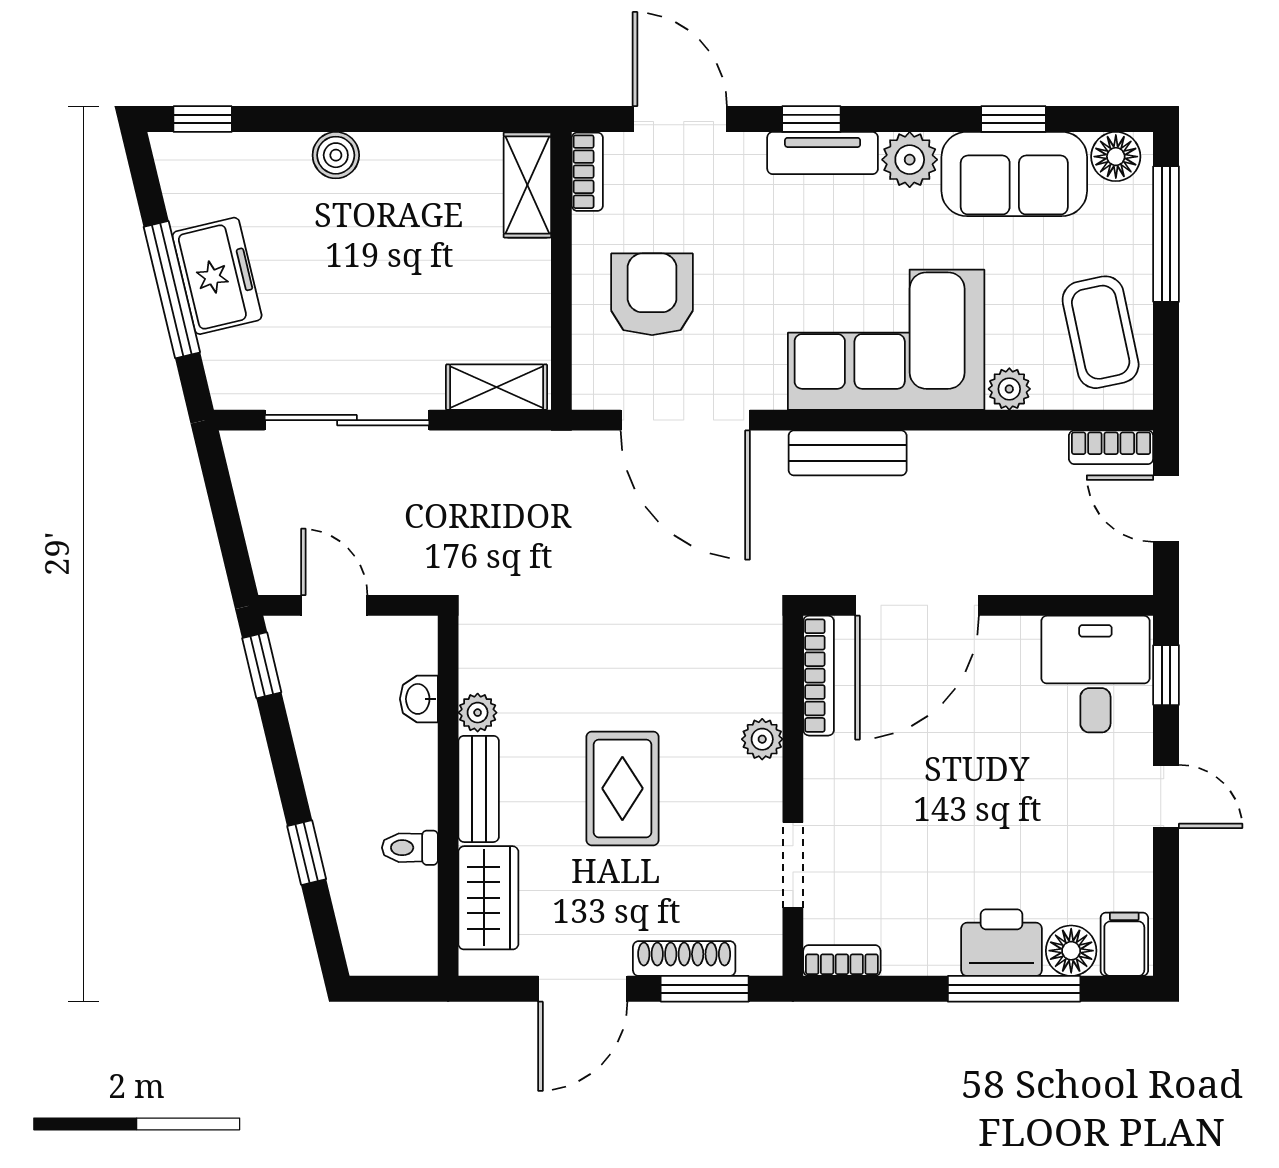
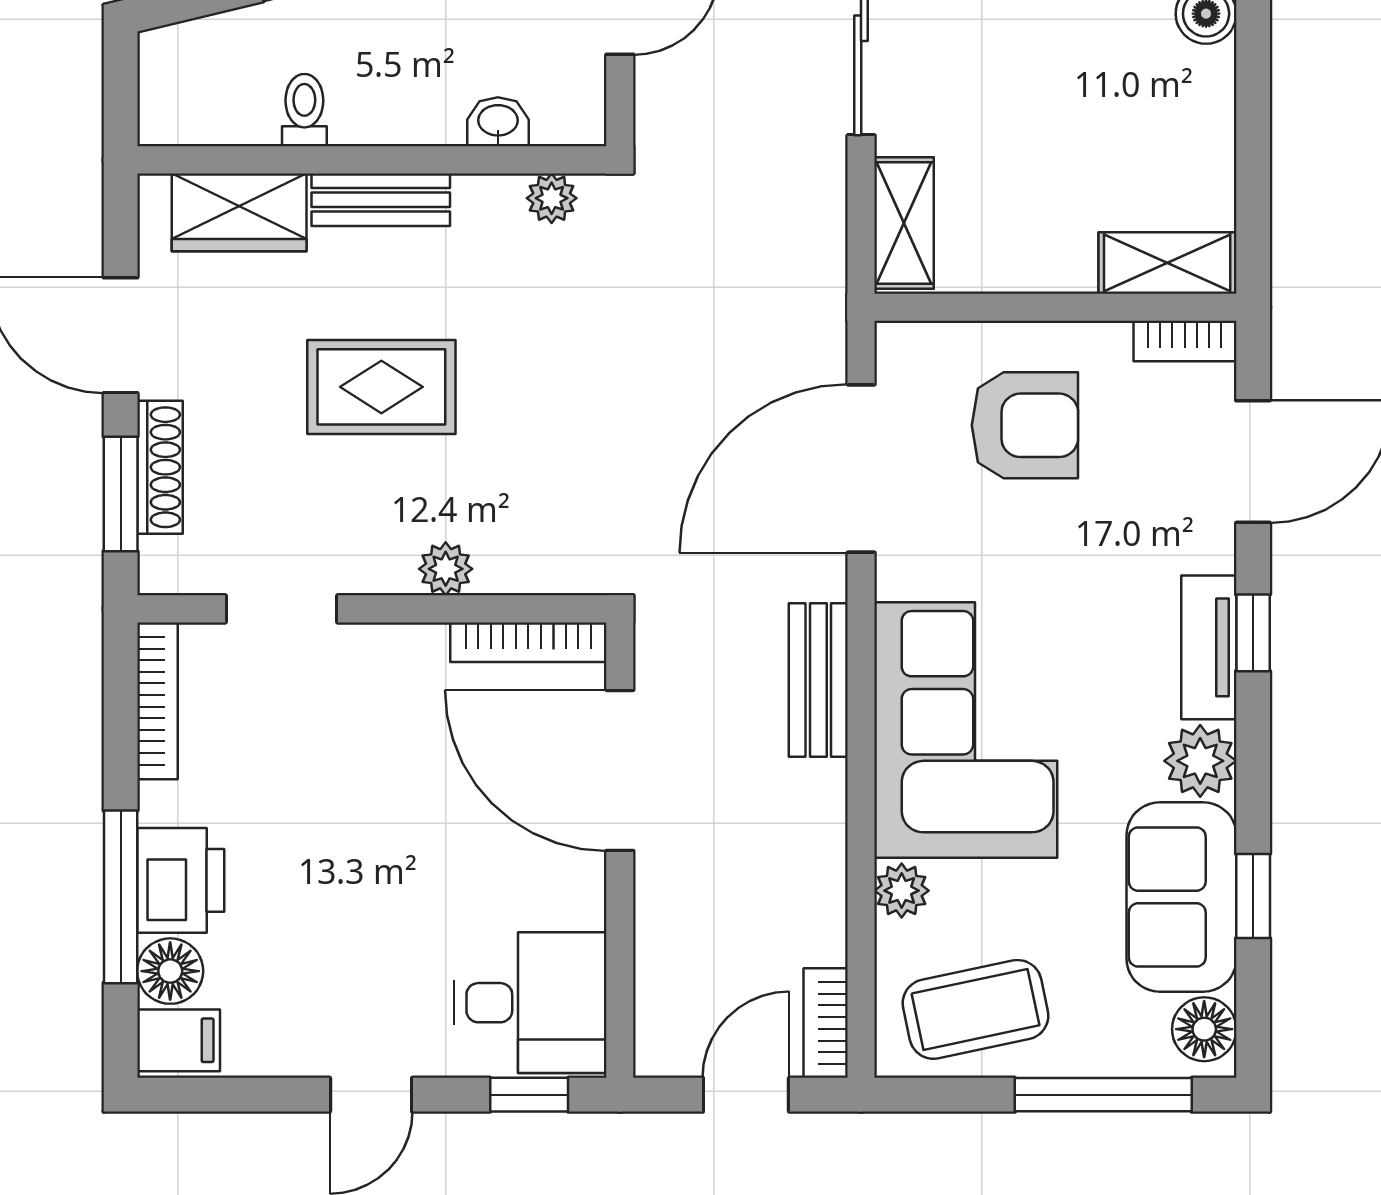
plant: (478, 713) -> (552, 198), moved
bookcase: (842, 961) -> (157, 701), width x1.56

